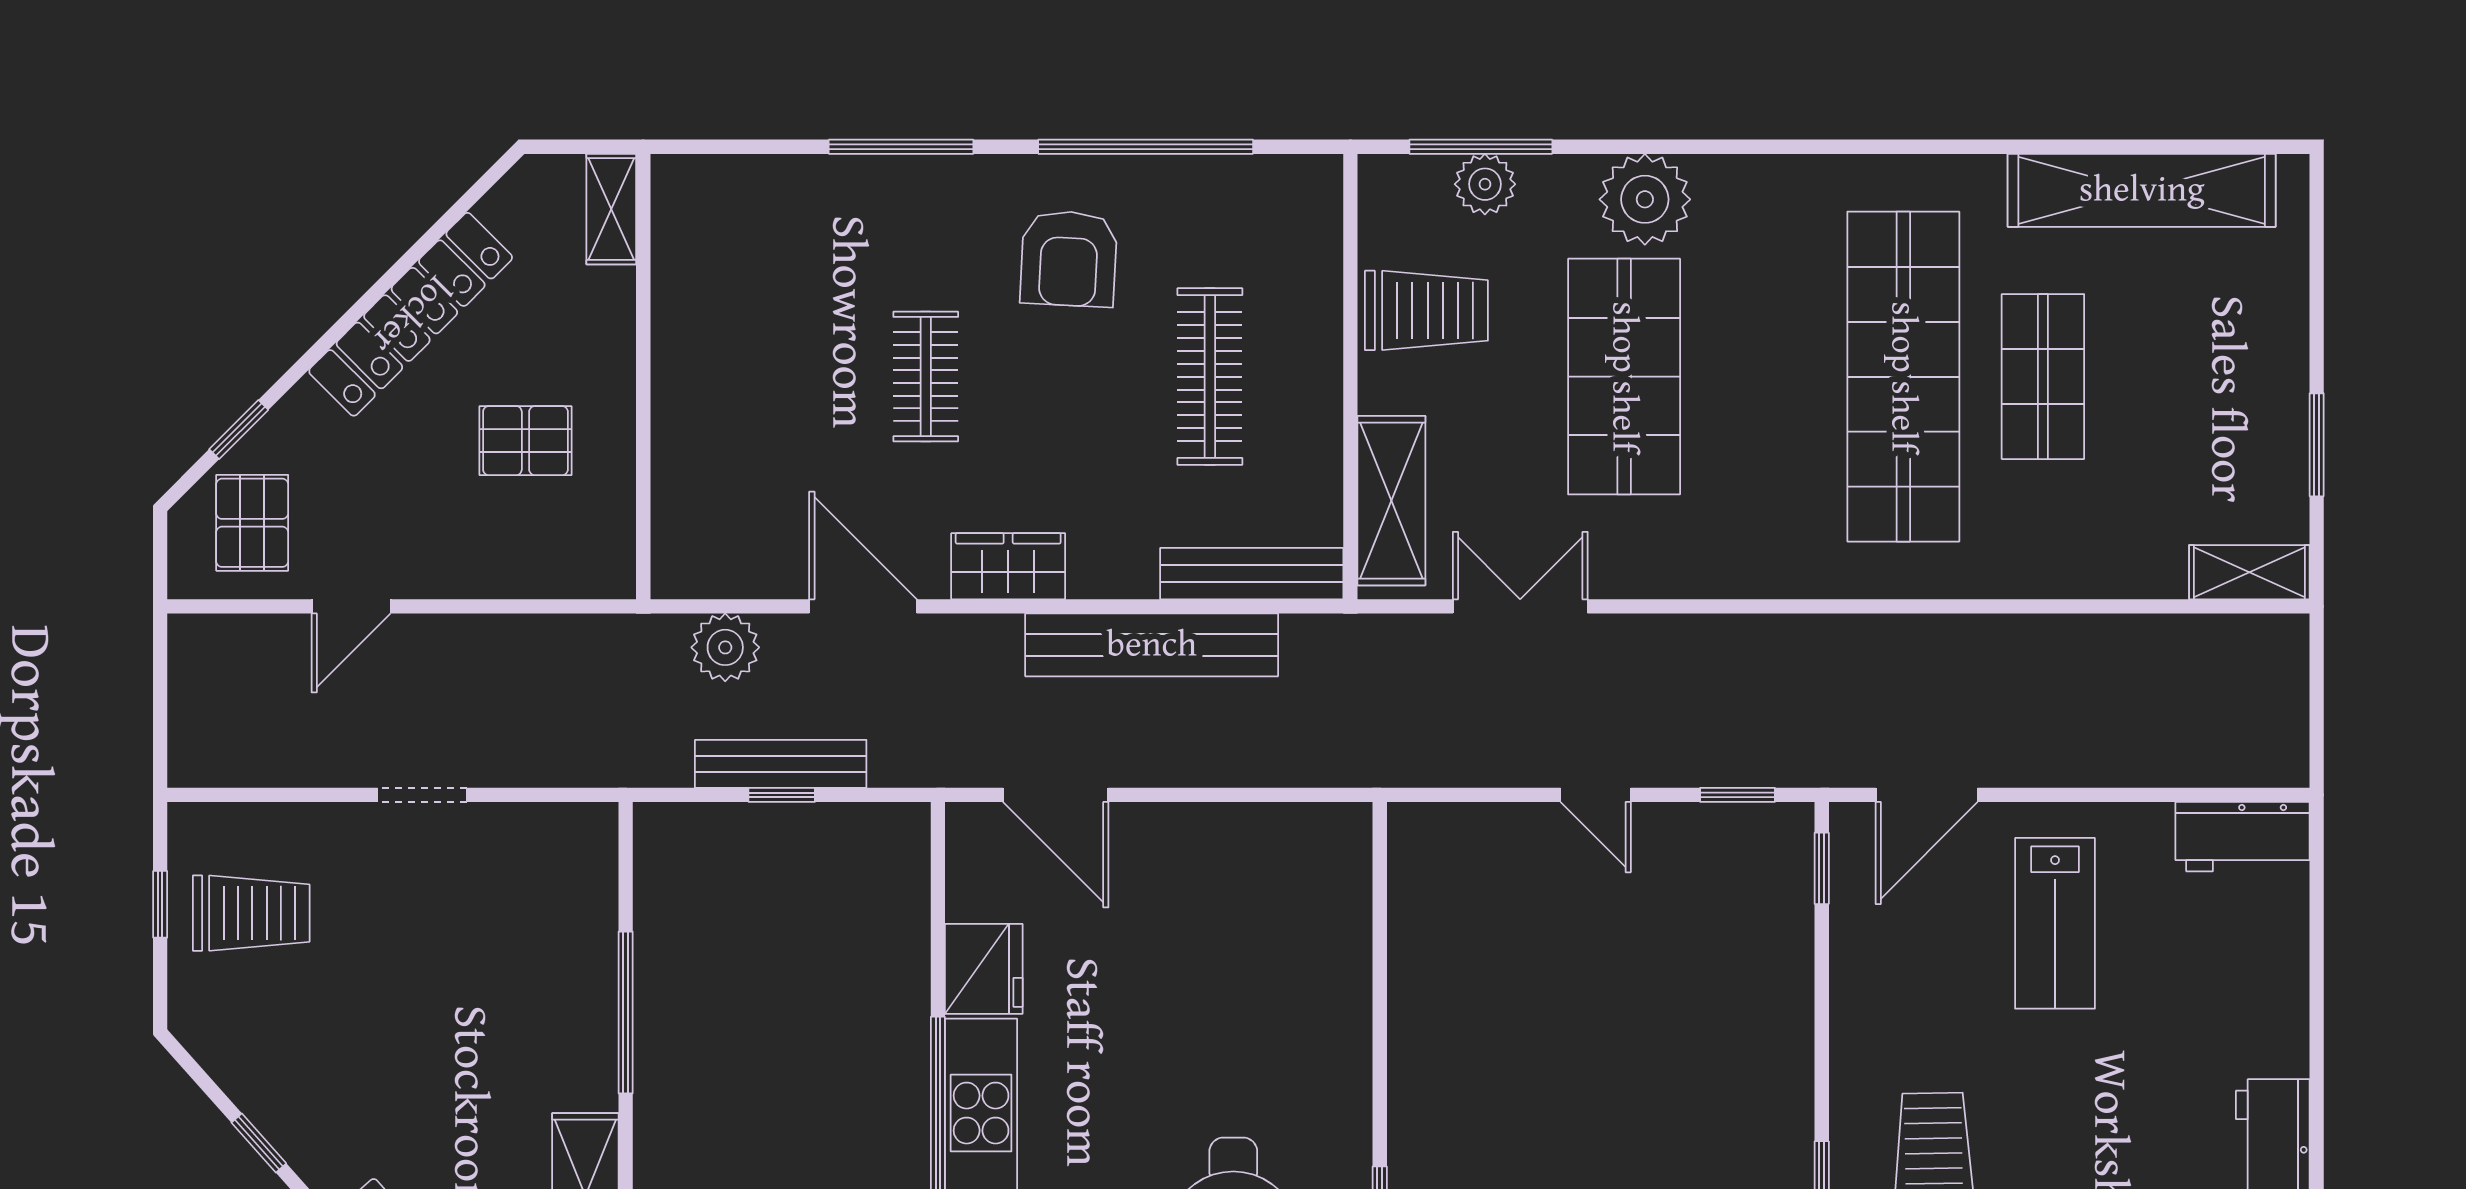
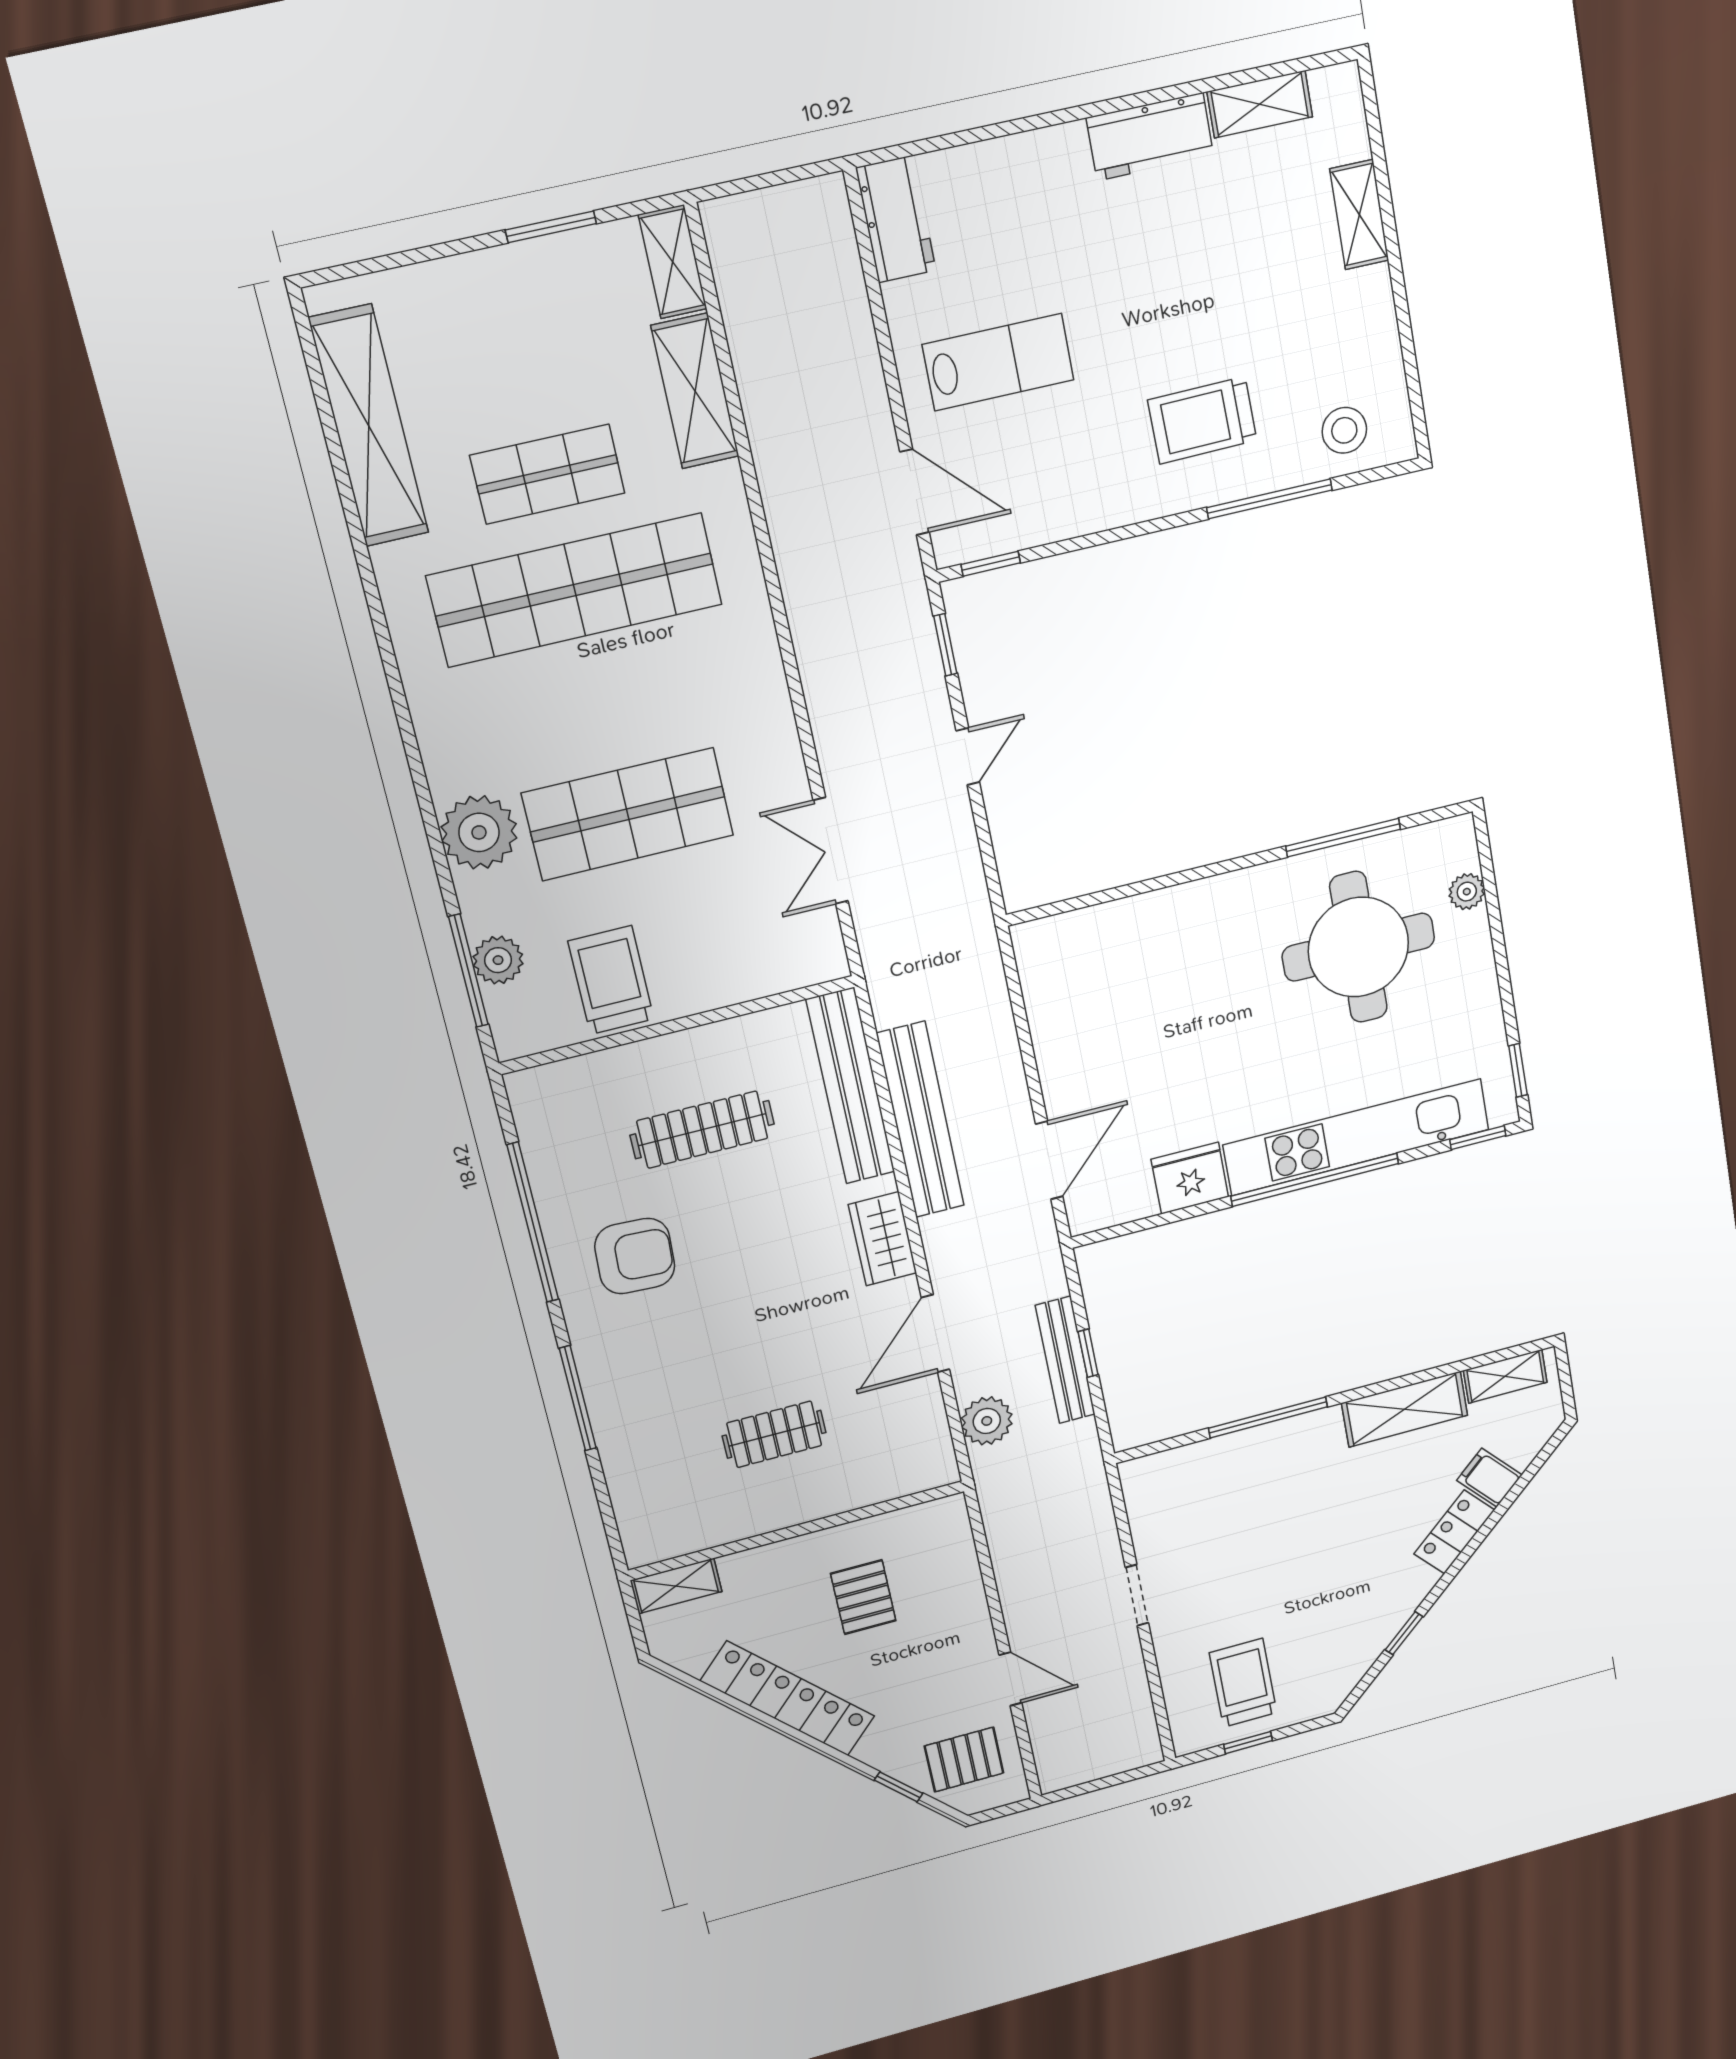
clothes rail: (926, 377) -> (774, 1434), moved
shelving: (1391, 501) -> (695, 391), moved, turned 90
bench: (1252, 574) -> (850, 1086), width x1.37, depth x1.21

